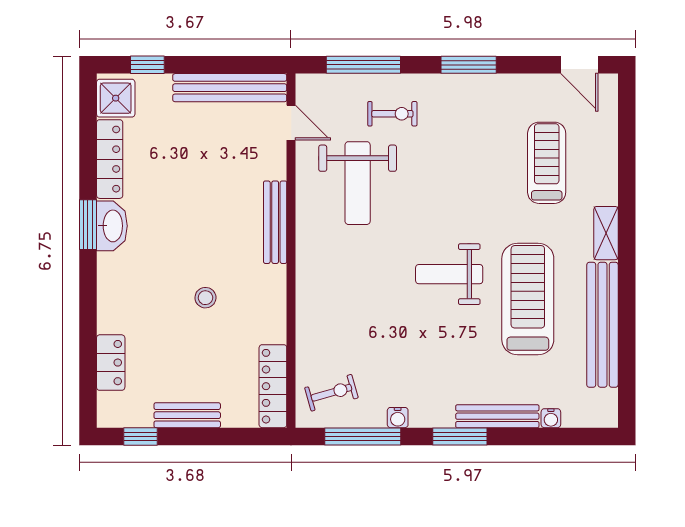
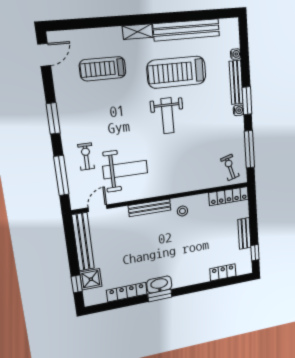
shower: (116, 98) -> (91, 279), moved
stool: (205, 298) -> (182, 211), moved
water cooler: (398, 418) -> (238, 110), moved

